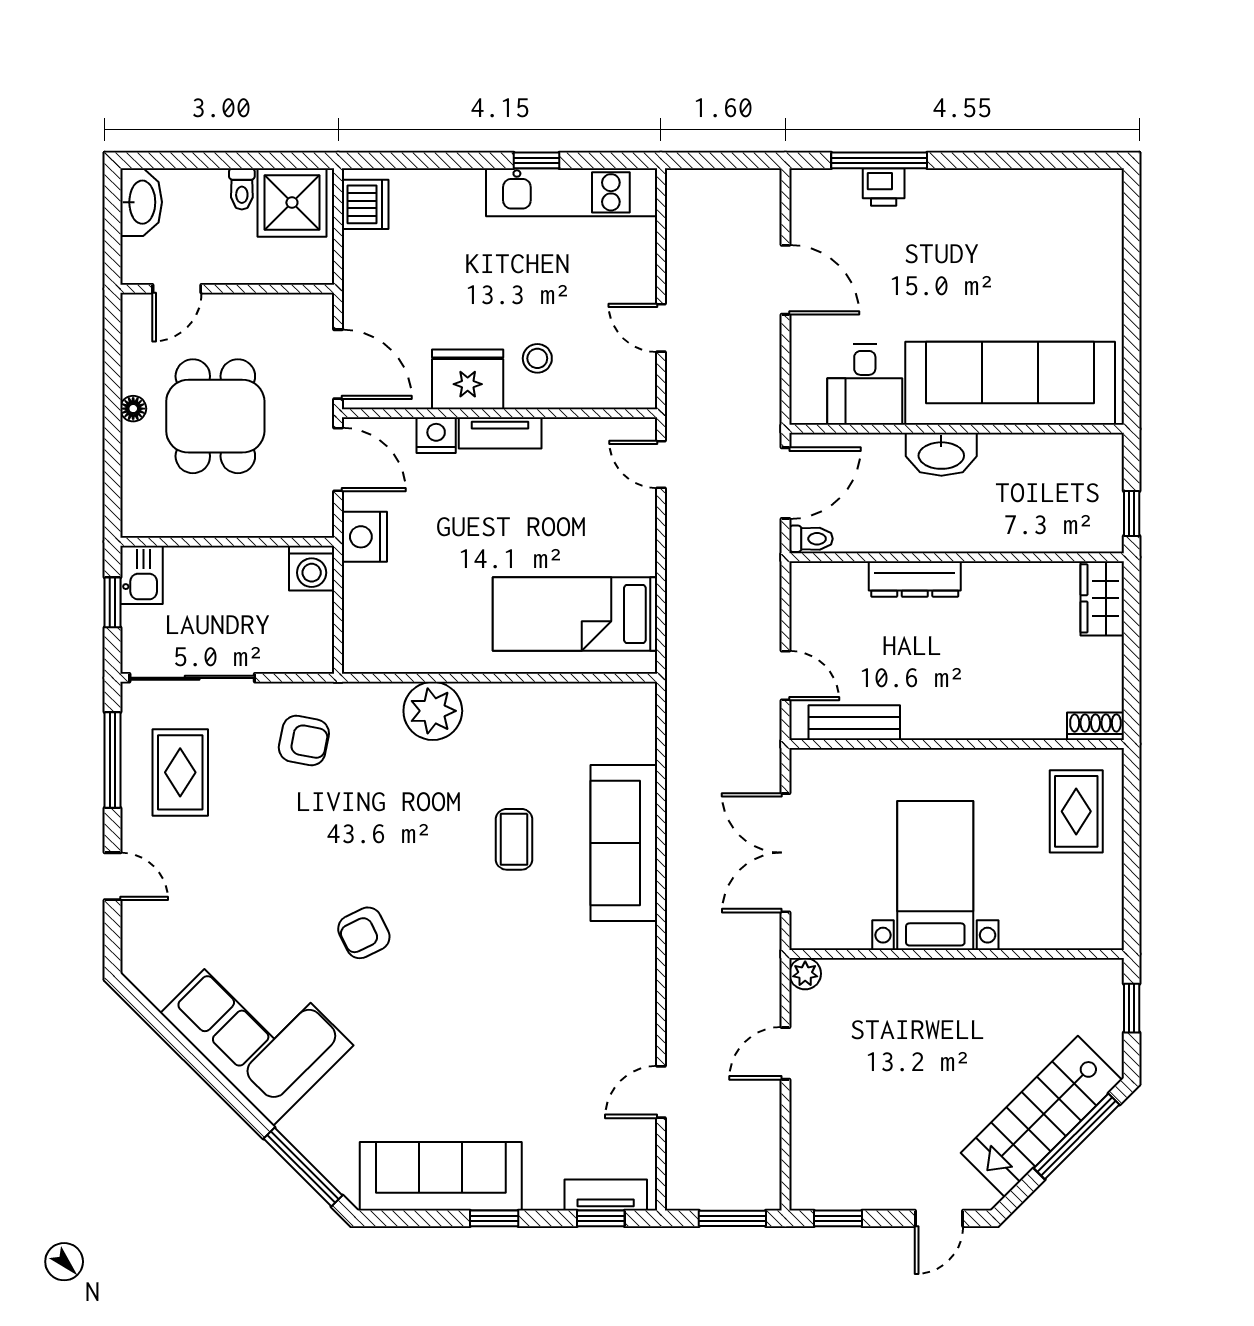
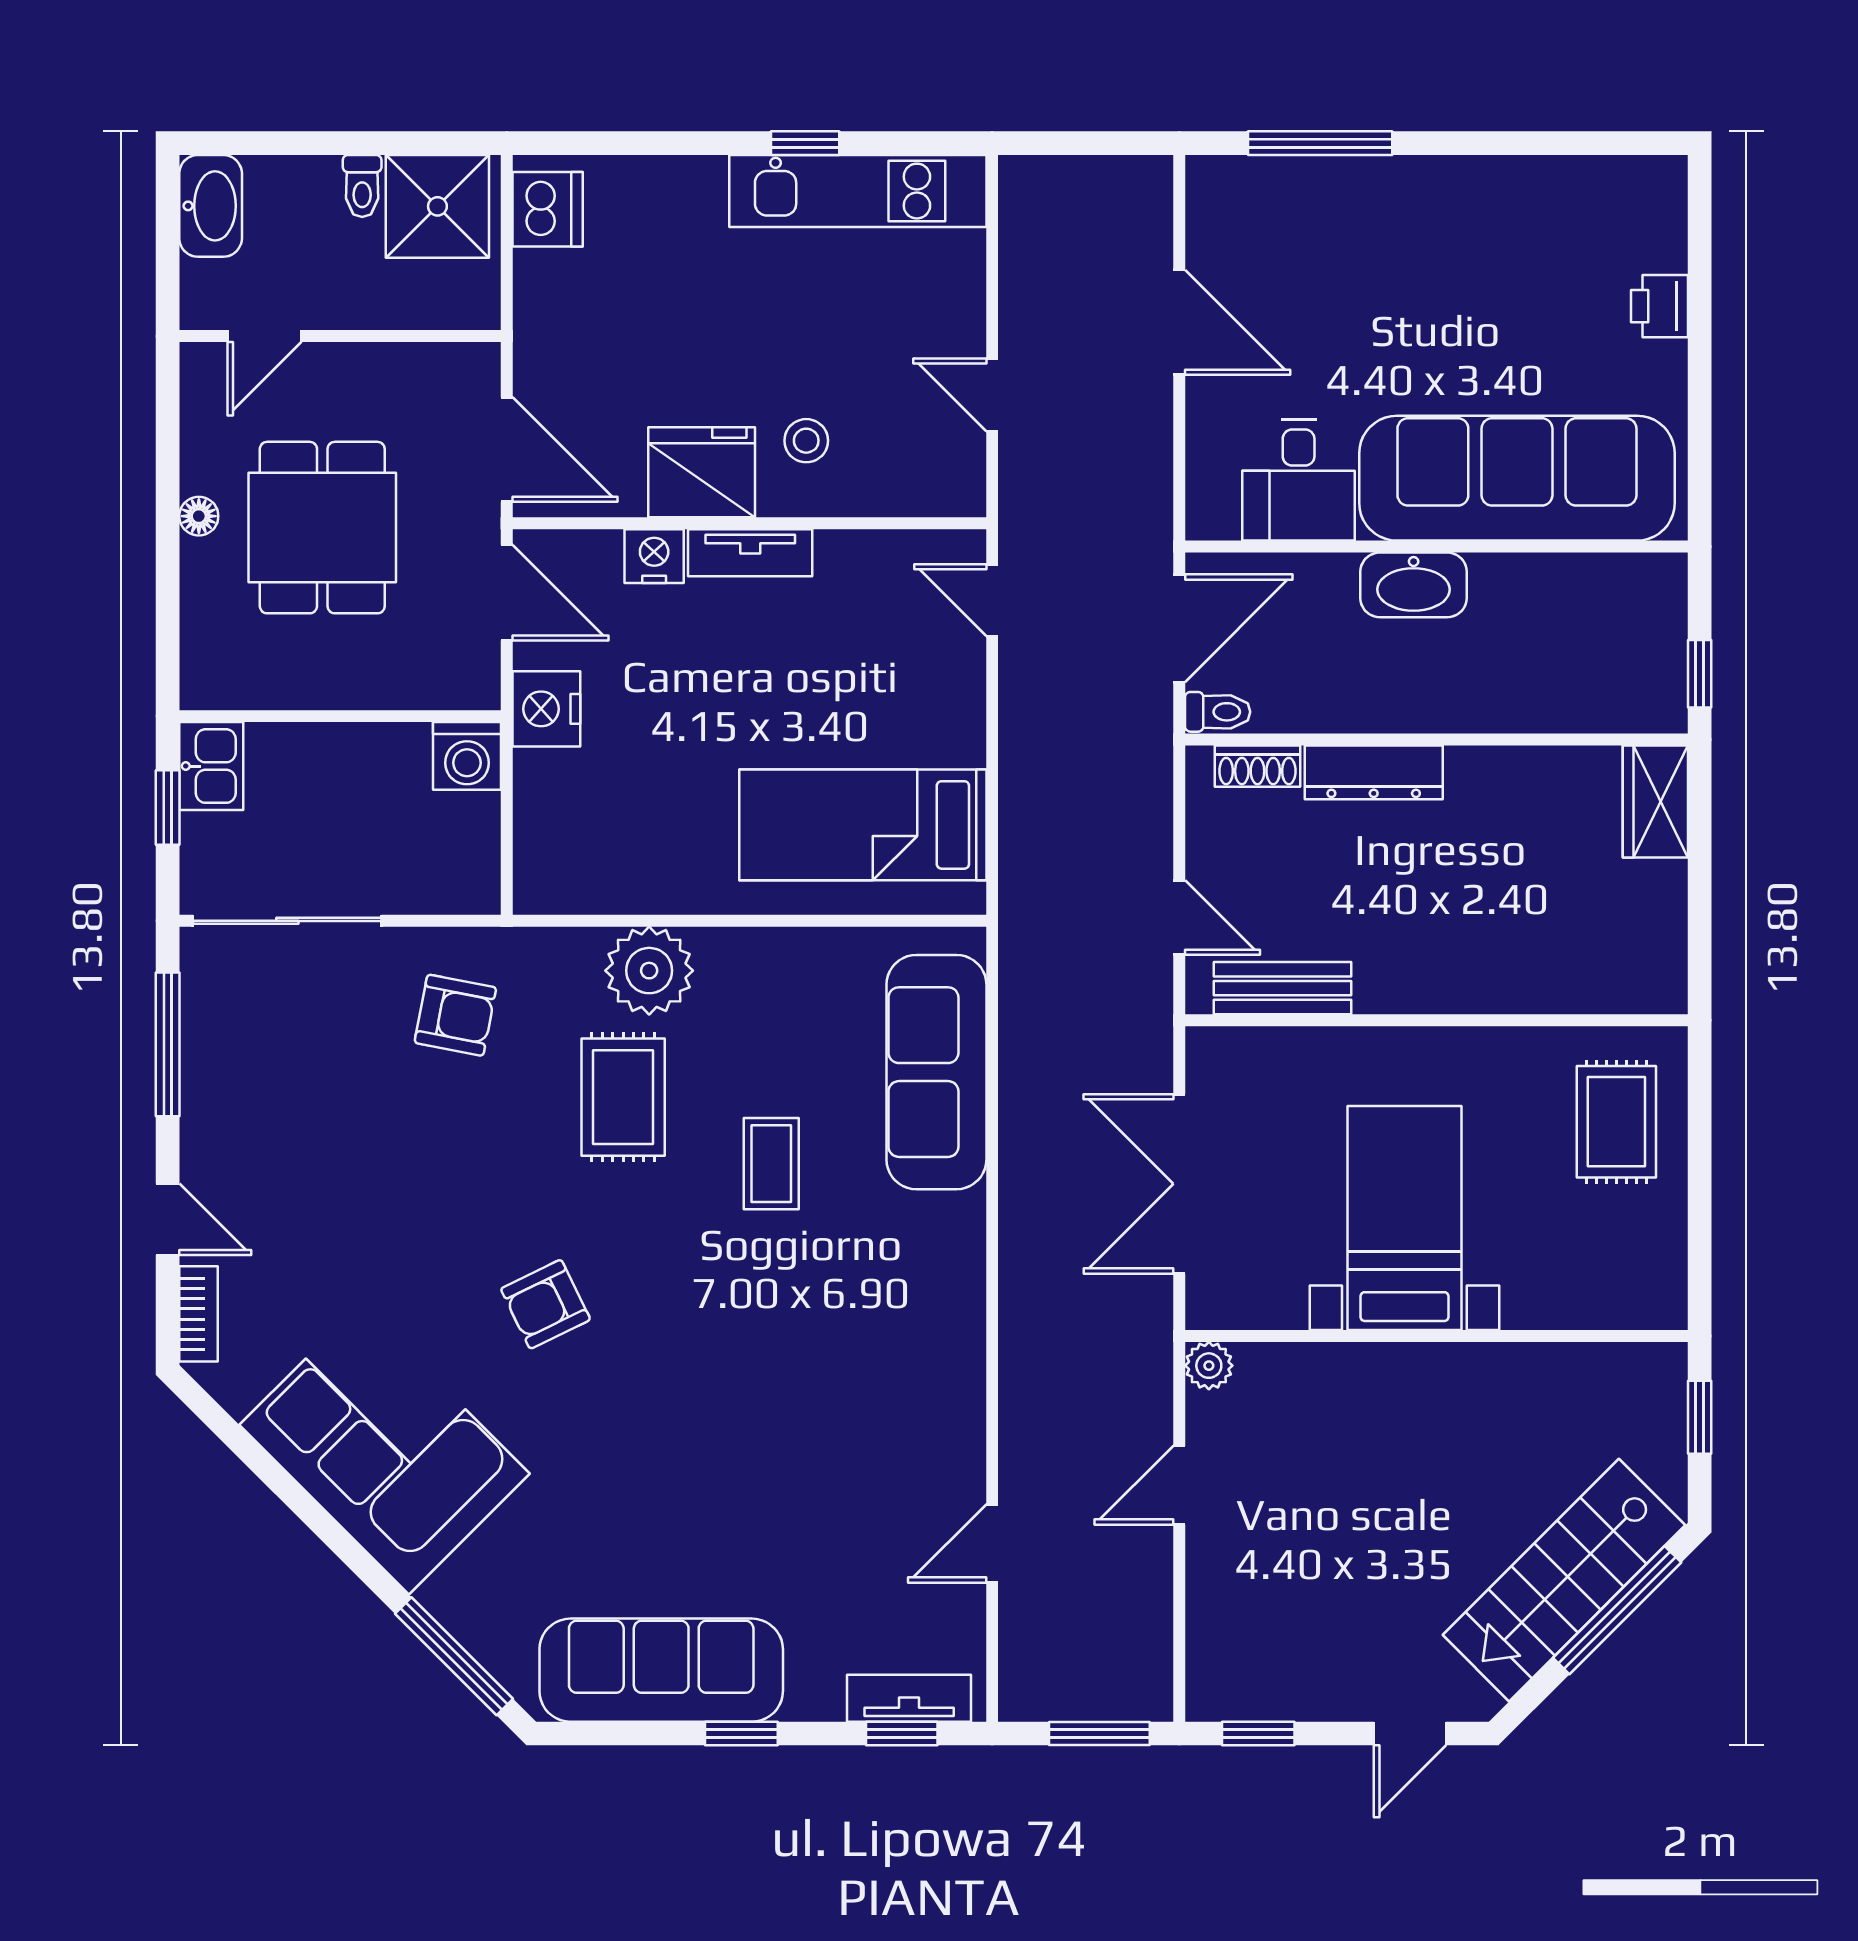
printer: (884, 187) -> (1660, 306), moved, turned 90
shoe rack: (1095, 726) -> (1257, 766), moved, turned 180
rug: (180, 772) -> (623, 1097), moved
sofa: (624, 843) -> (936, 1072), moved
bookcase: (133, 939) -> (198, 1314), added

